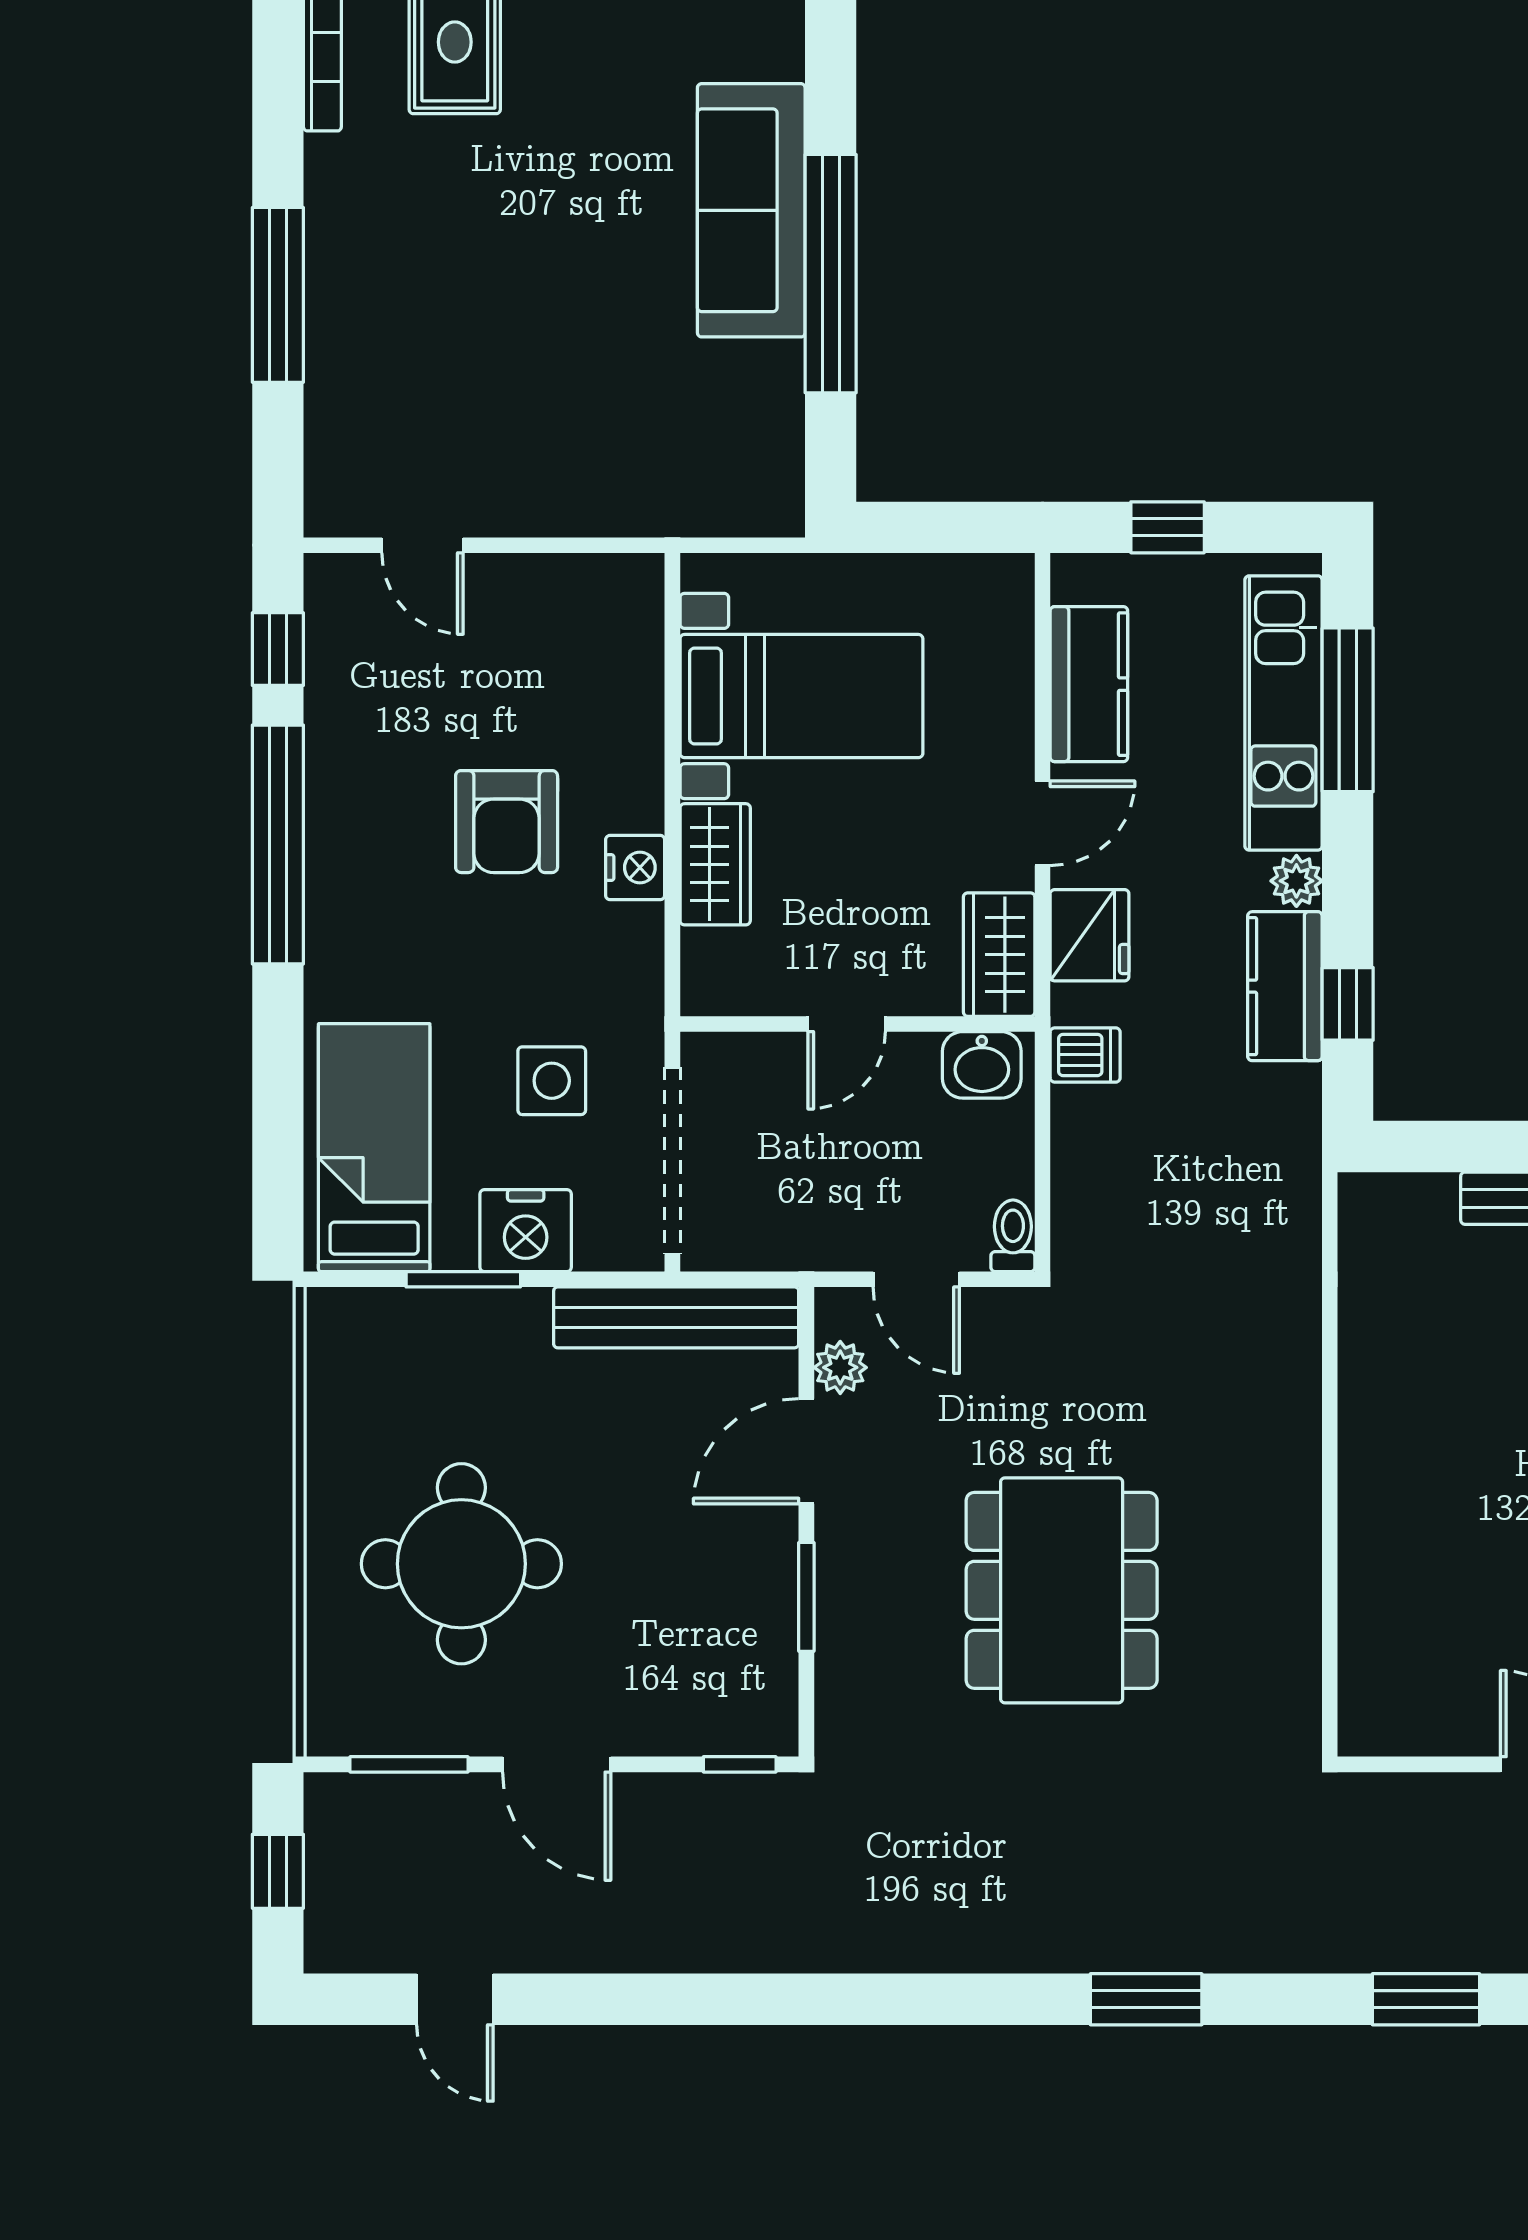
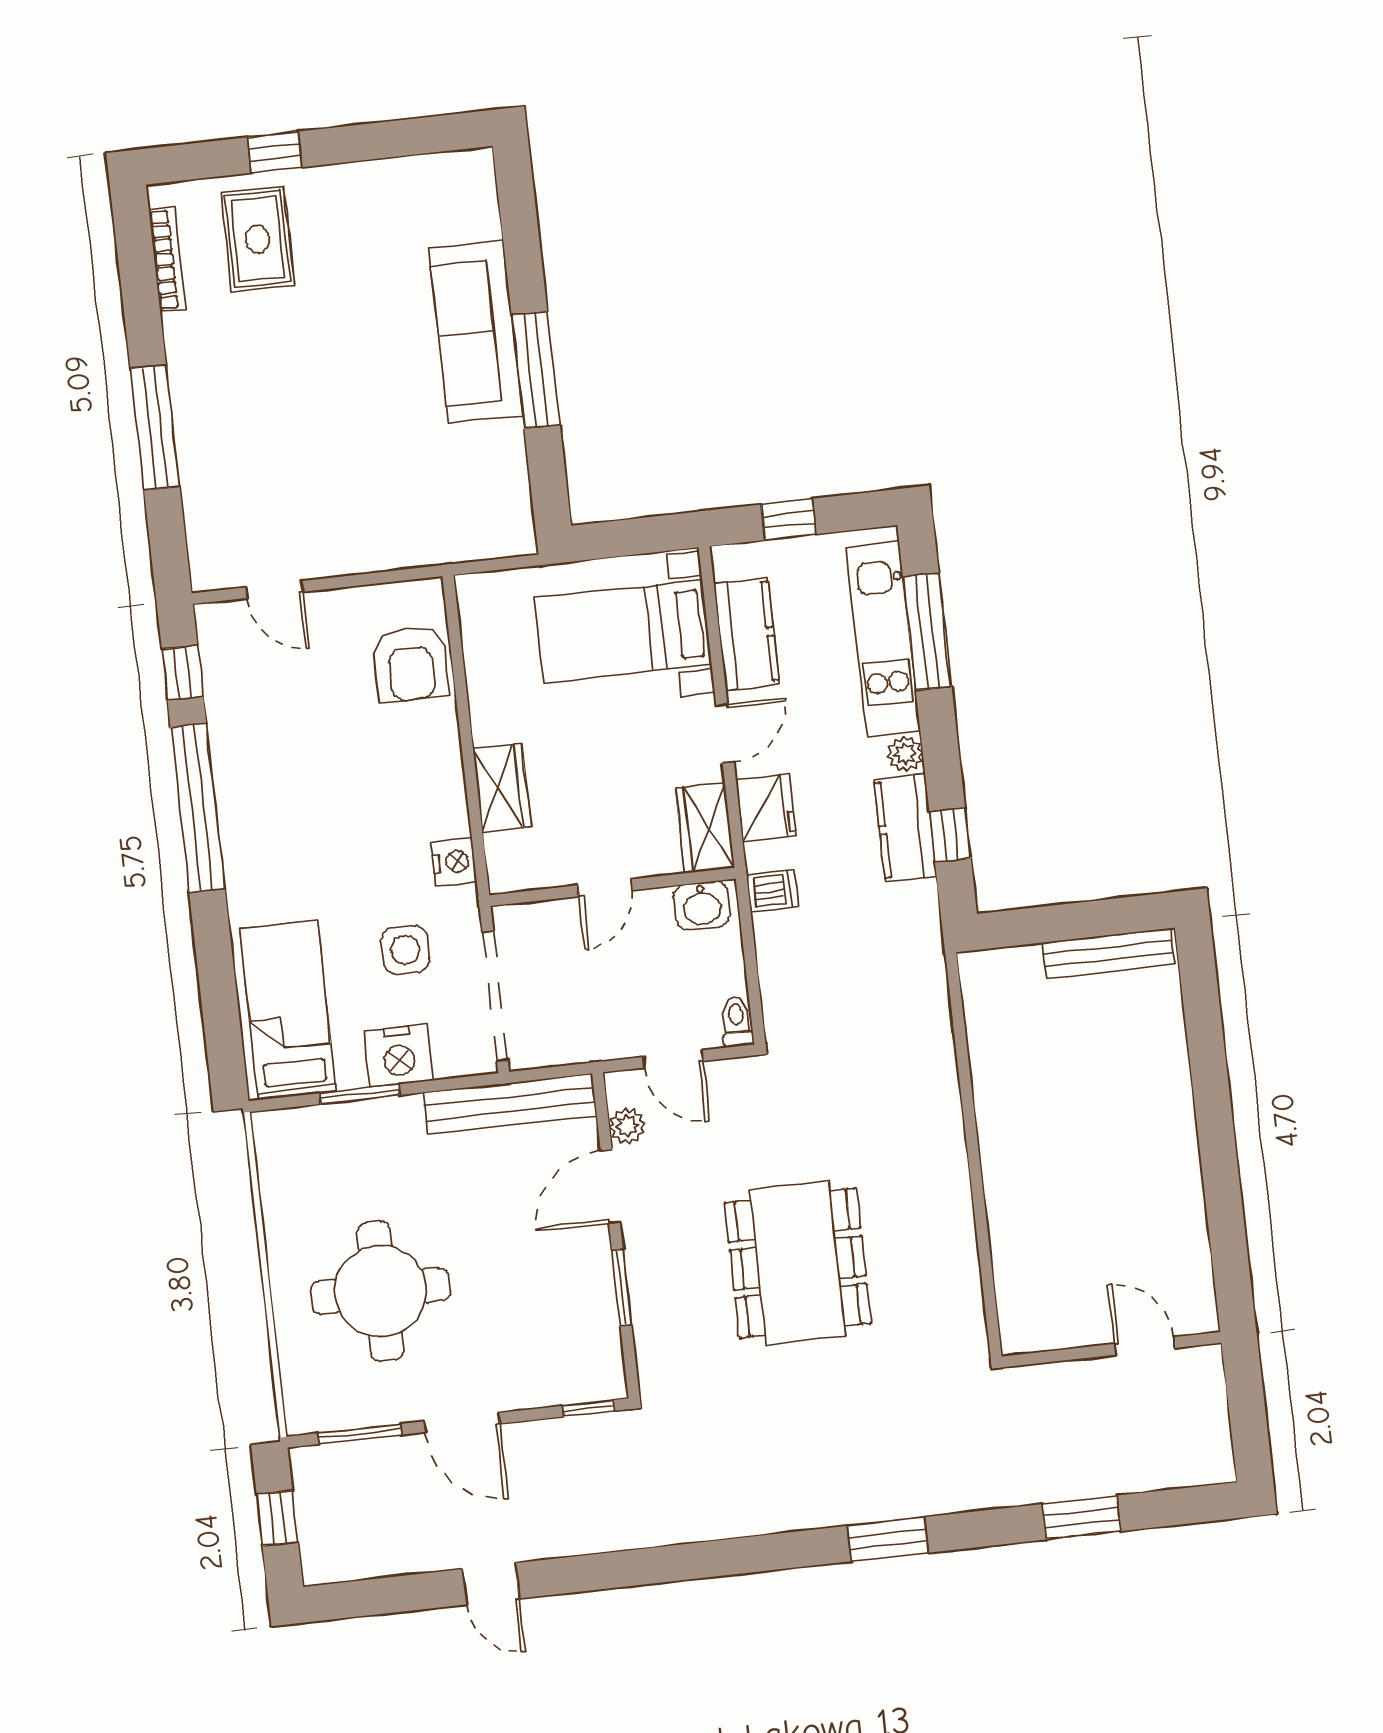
window: (831, 274) -> (536, 370), width x0.68
bed with nightstands: (801, 696) -> (623, 632), moved, turned 180
armchair: (507, 822) -> (411, 664), moved
nightstand: (635, 868) -> (454, 862), moved
door: (455, 1999) -> (491, 1584), moved

